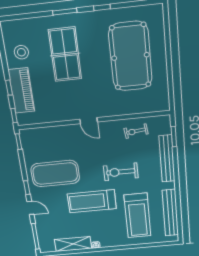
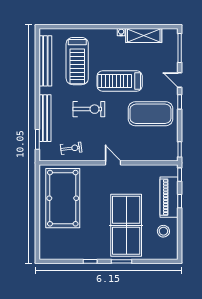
table tennis table: (65, 54) -> (126, 225), width x1.36, depth x1.32
pool table: (130, 56) -> (63, 198), moved
treadmill: (92, 201) -> (120, 81), turned 180
treadmill: (138, 215) -> (77, 61), turned 180

